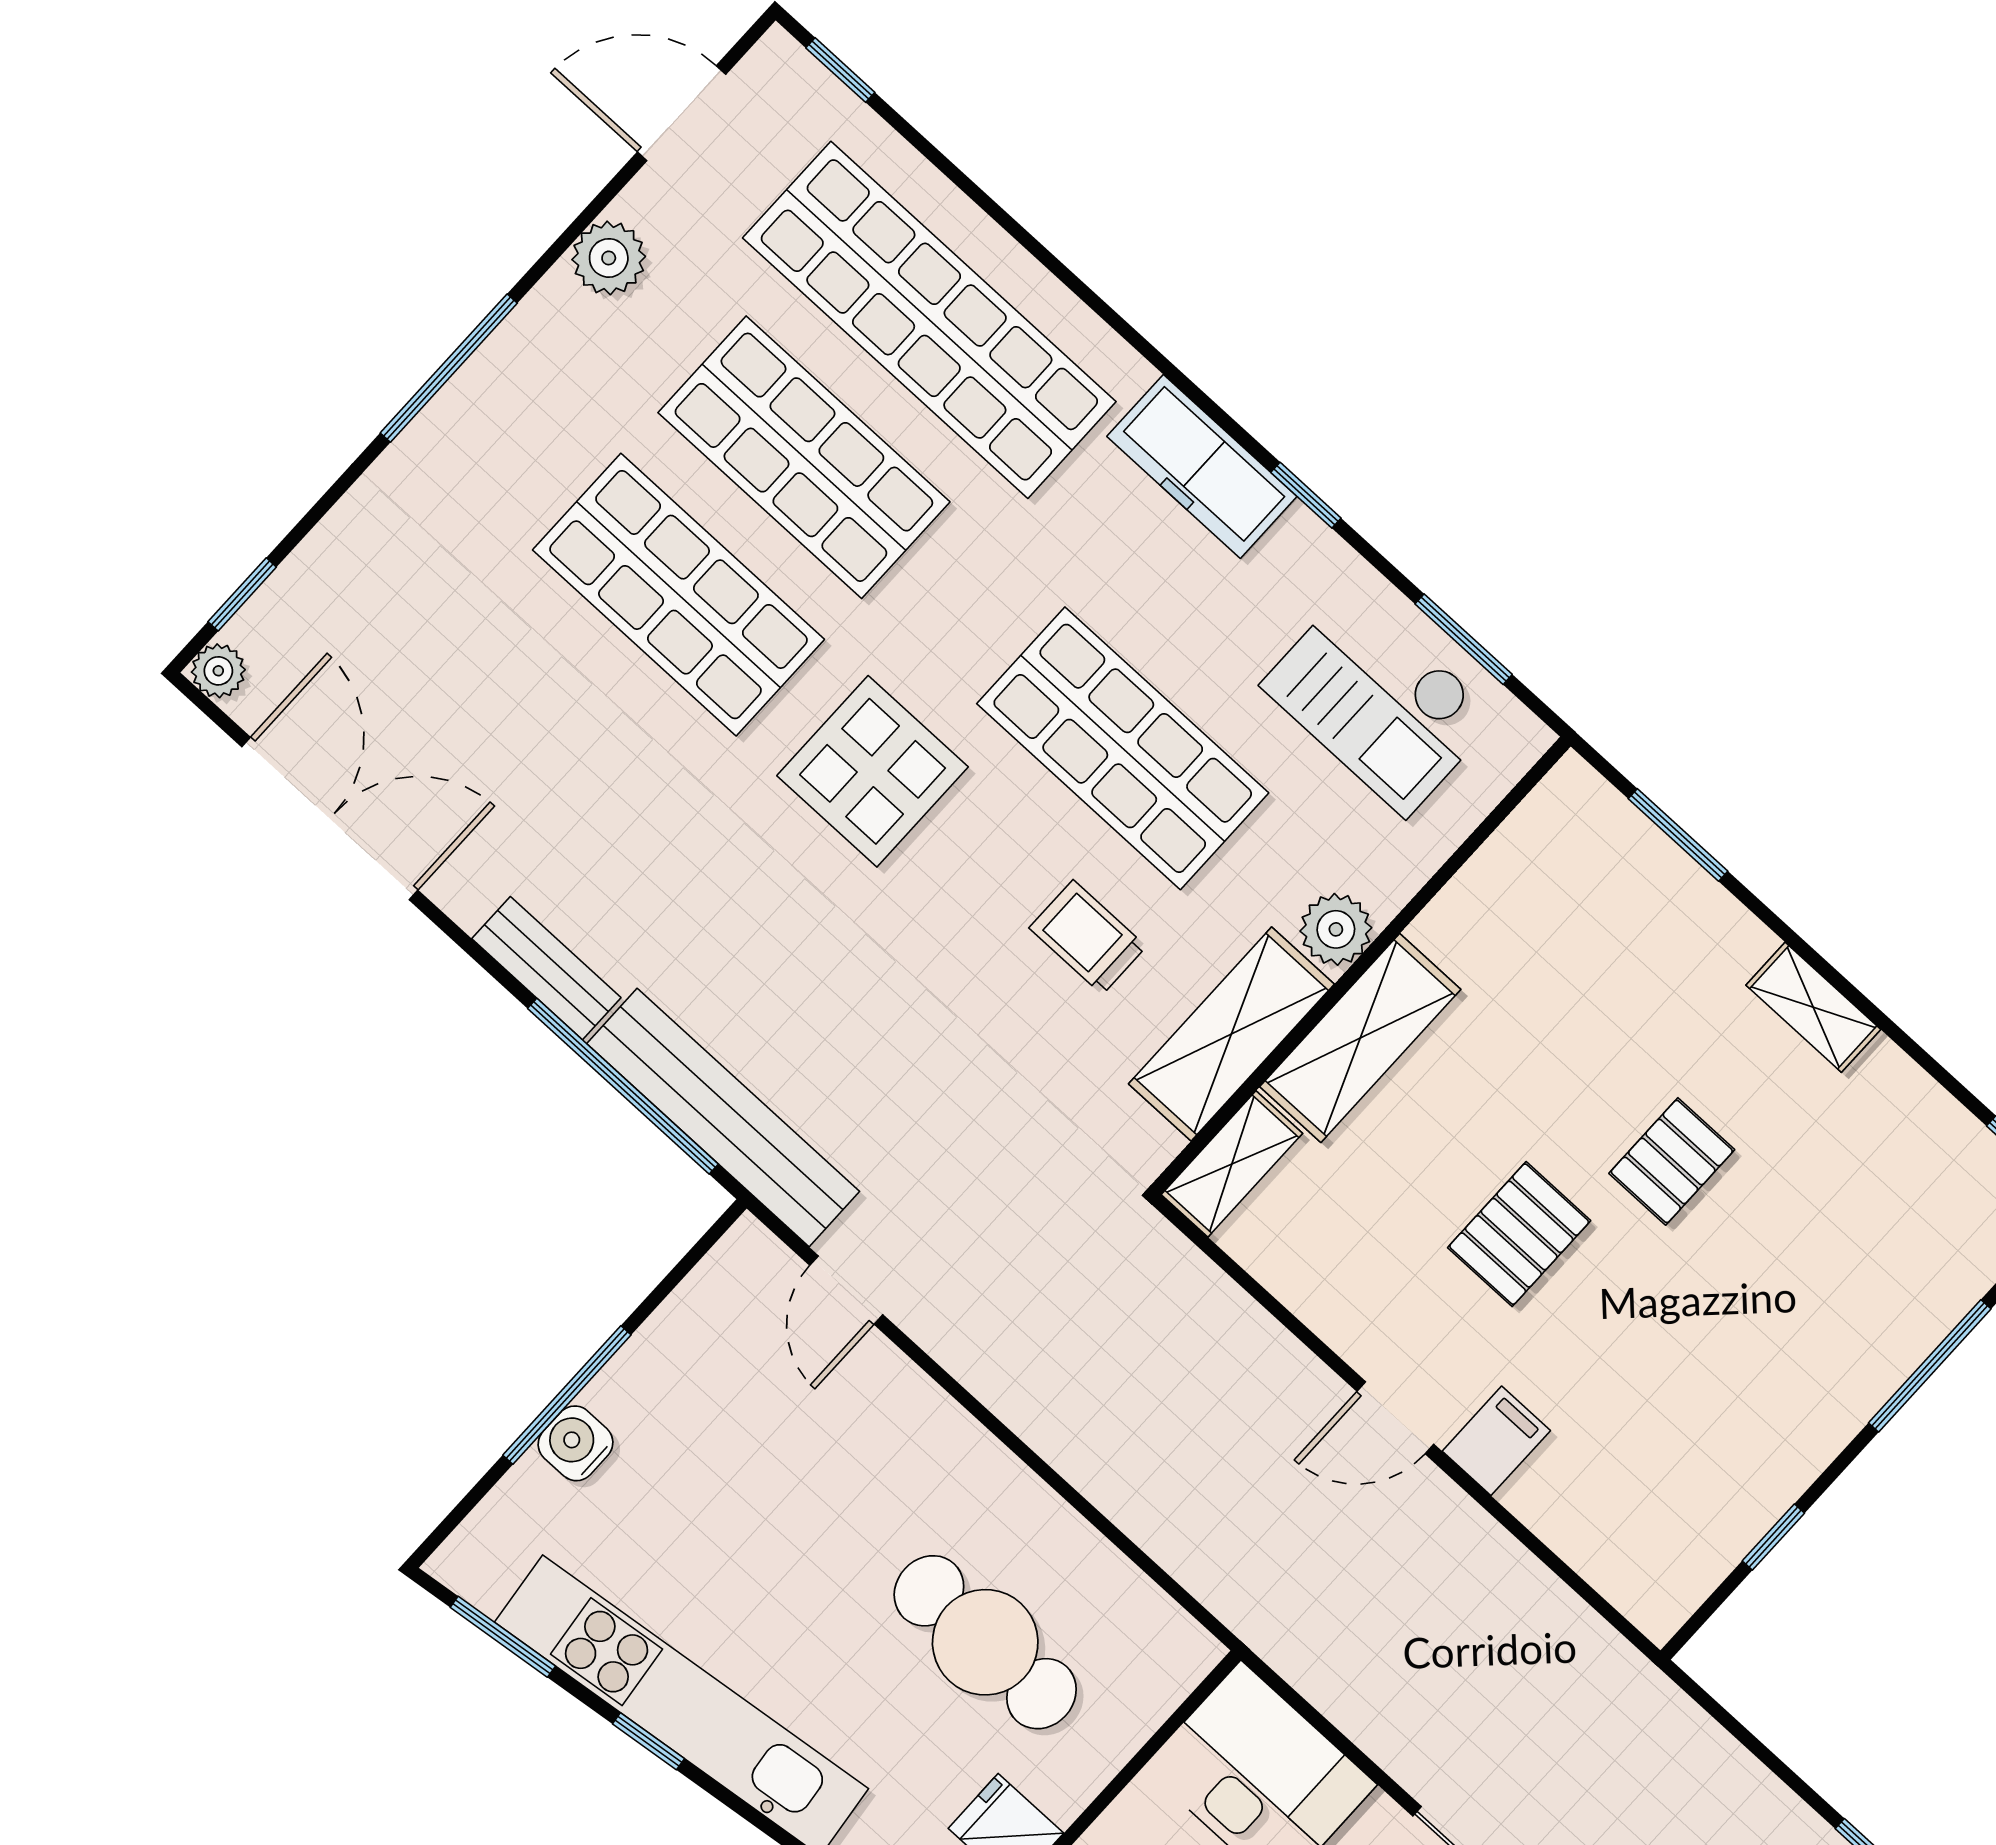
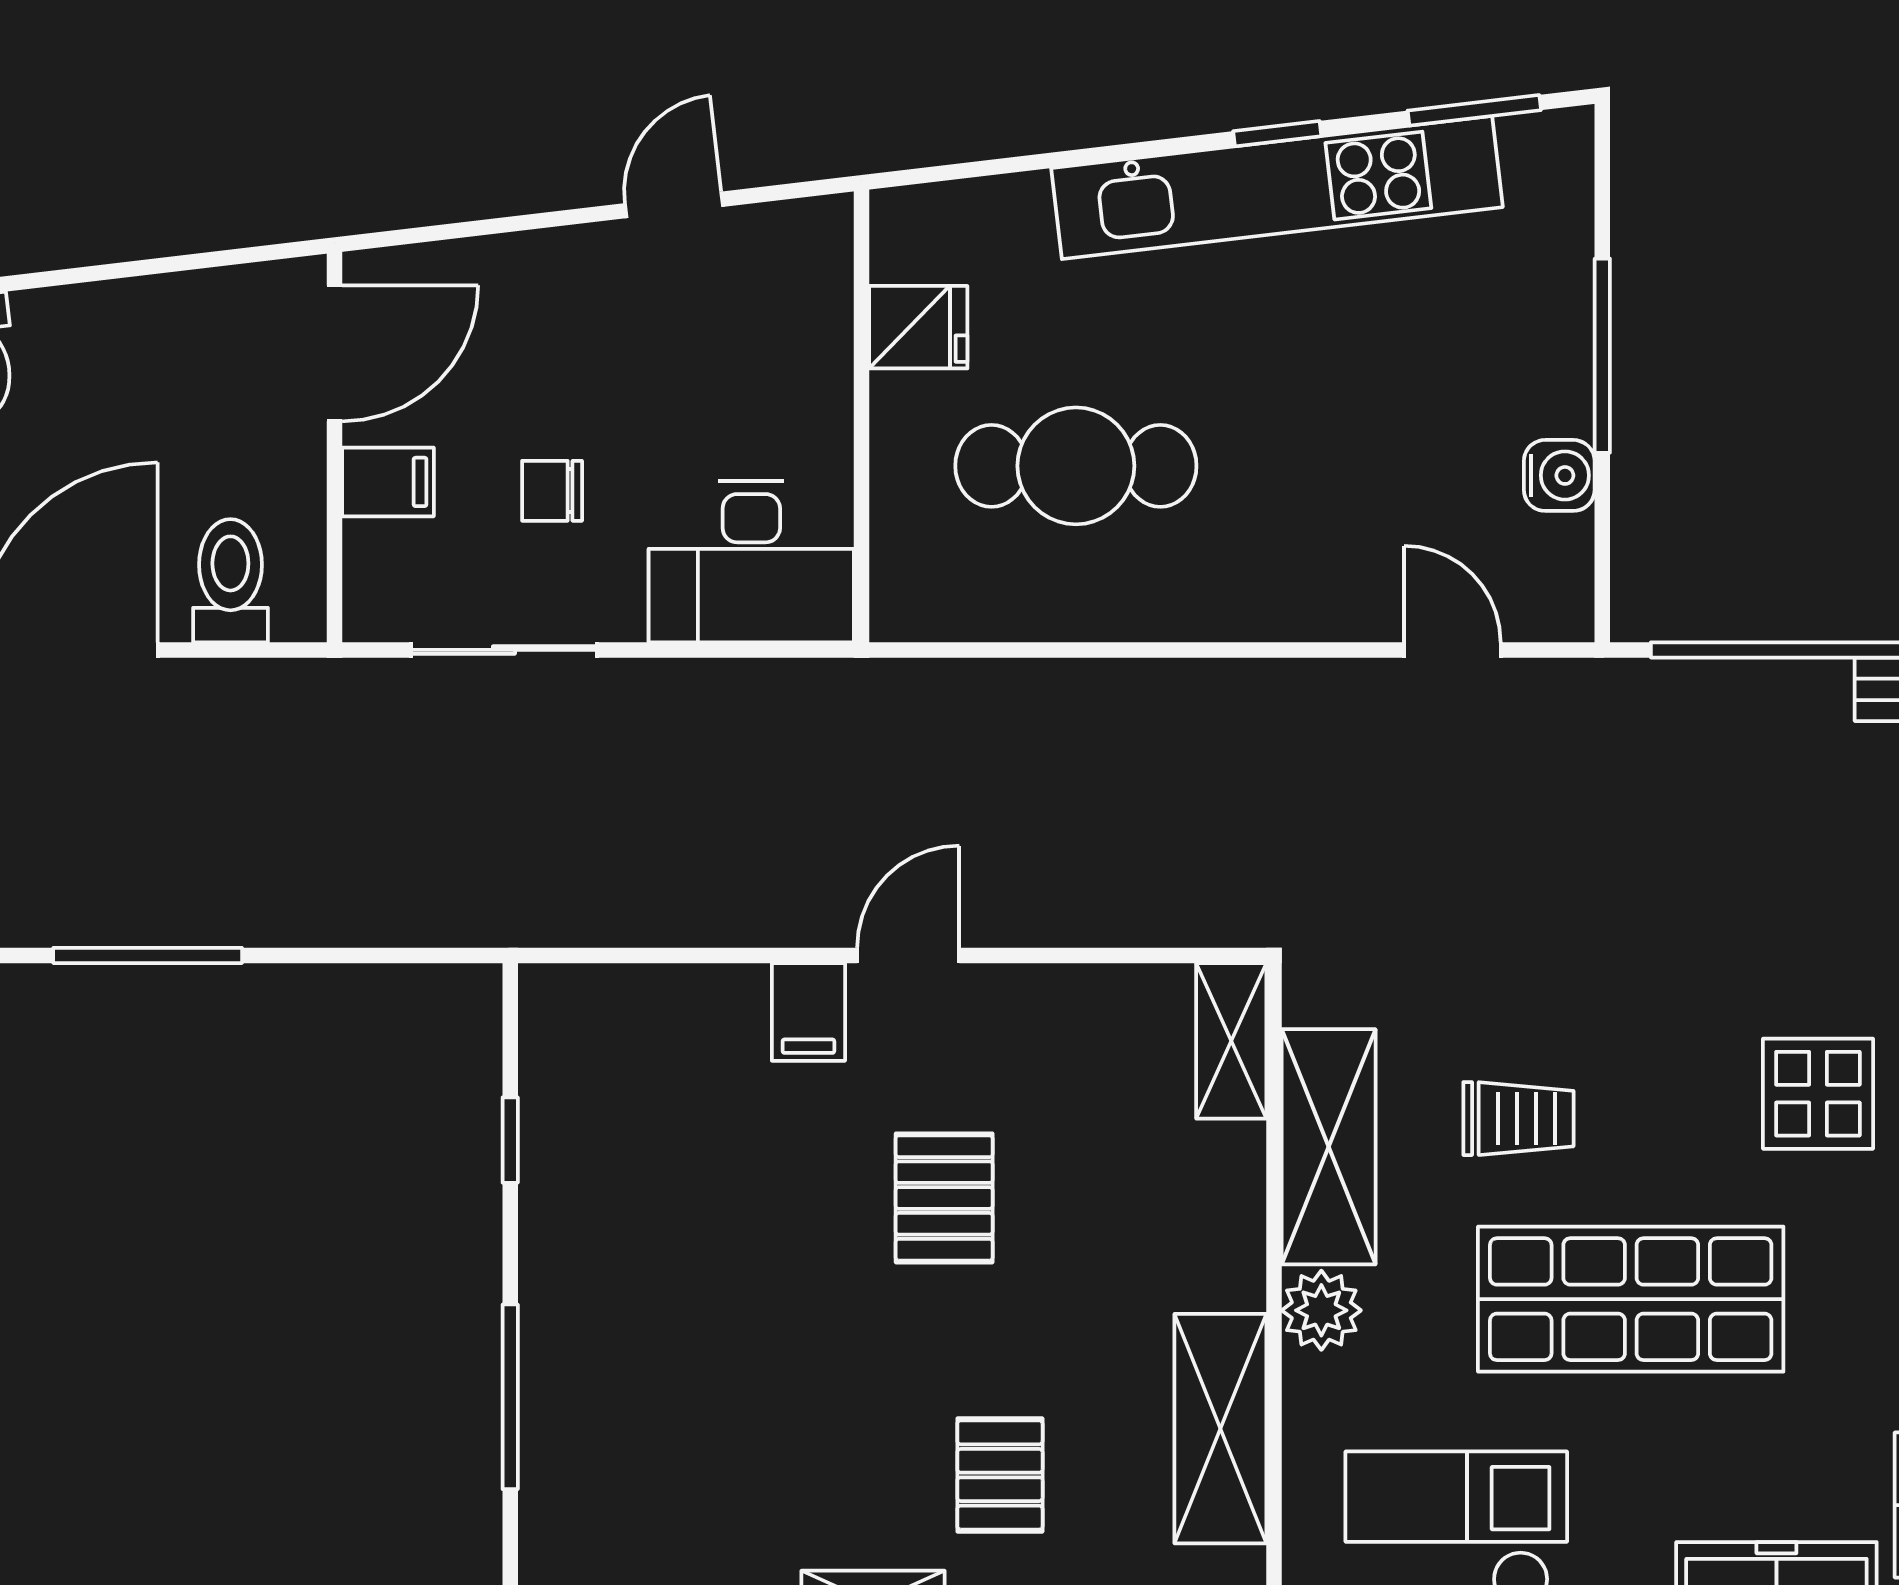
display table: (873, 771) -> (1818, 1094), width x0.73, depth x0.73
shelving: (1360, 1038) -> (1220, 1429), moved
bench: (723, 1118) -> (1682, 699), removed
pallet: (1672, 1161) -> (1000, 1475), moved
water cooler: (576, 1443) -> (1559, 475), moved

